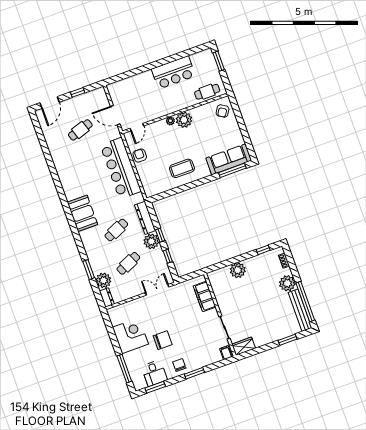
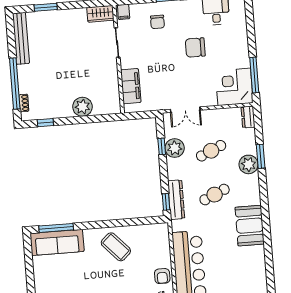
coffee table: (182, 168) -> (116, 247), turned 47
window: (160, 235) -> (166, 202), moved
plant: (151, 241) -> (175, 148), moved
plant: (103, 280) -> (248, 164), moved
plant: (287, 283) -> (27, 75), removed
window: (305, 302) -> (15, 84), moved
corner desk: (130, 336) -> (234, 87), moved, turned 90
chair: (179, 365) -> (157, 22), moved
window: (124, 369) -> (254, 75), moved

